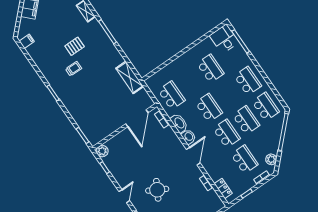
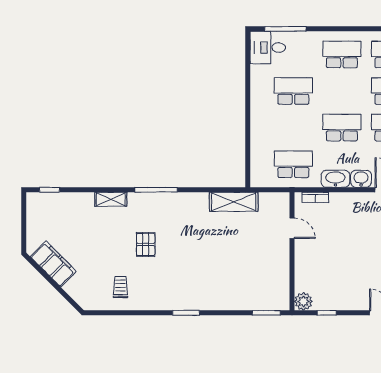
filing cabinet: (27, 41) -> (97, 301), removed
trolley: (74, 69) -> (120, 287), moved
door: (137, 118) -> (292, 228), width x0.53

